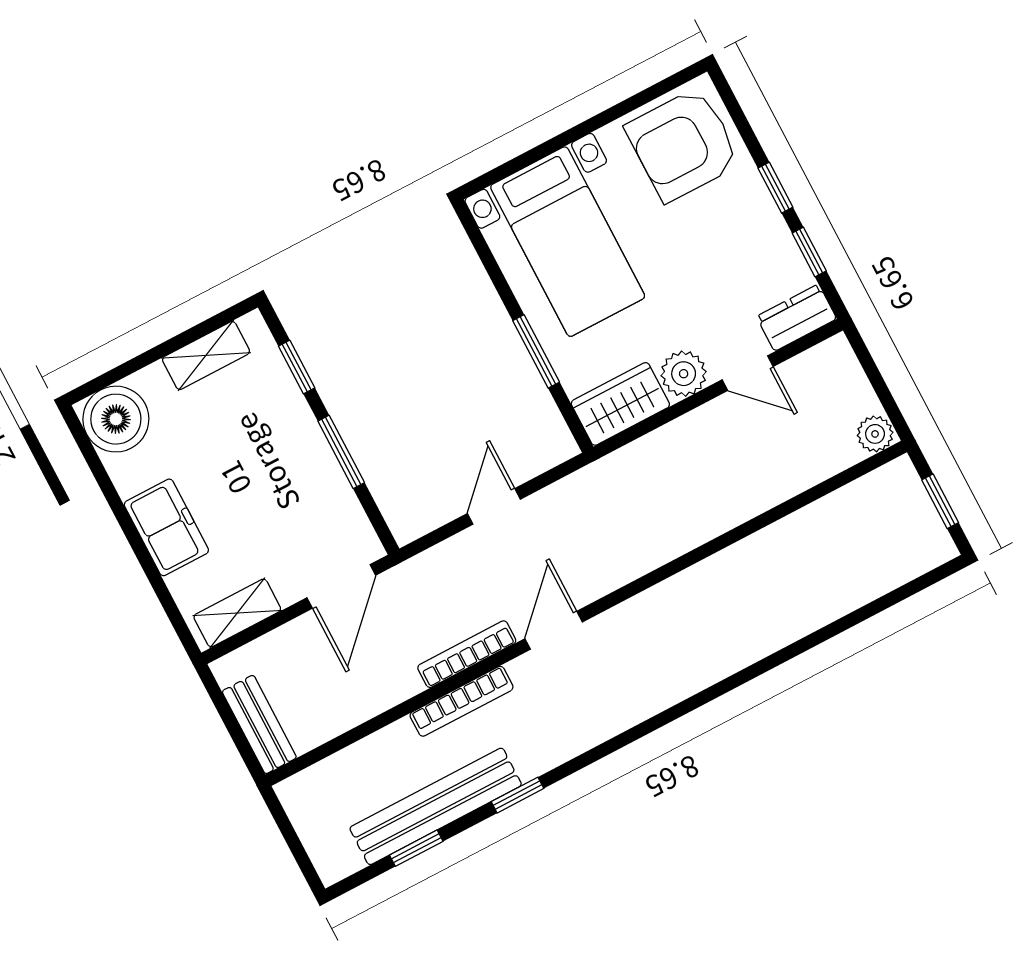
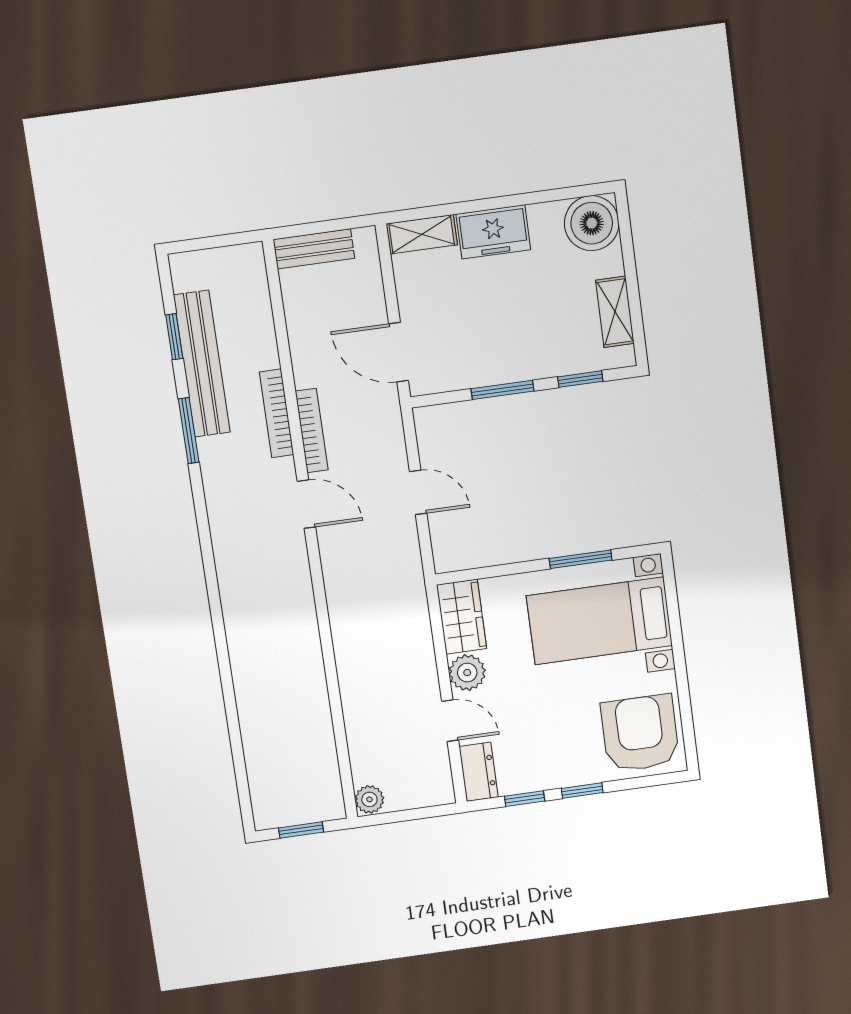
window: (536, 351) -> (581, 559), moved
door: (748, 373) -> (450, 721), swing flipped
shelving: (237, 613) -> (422, 234), moved, turned 90
window: (517, 795) -> (189, 430), width x1.50

